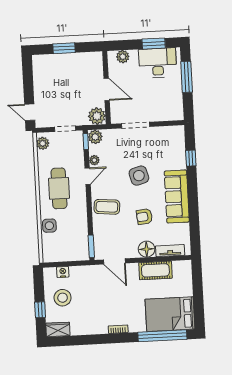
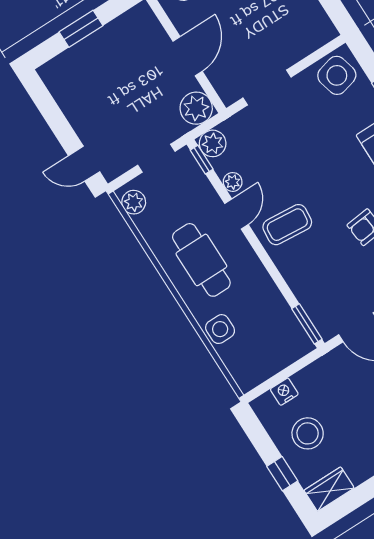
door: (107, 89) -> (188, 56), hinge flipped
side table: (139, 176) -> (337, 75), moved
coffee table: (107, 207) -> (287, 225), moved

